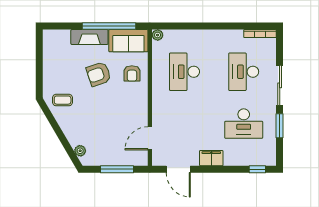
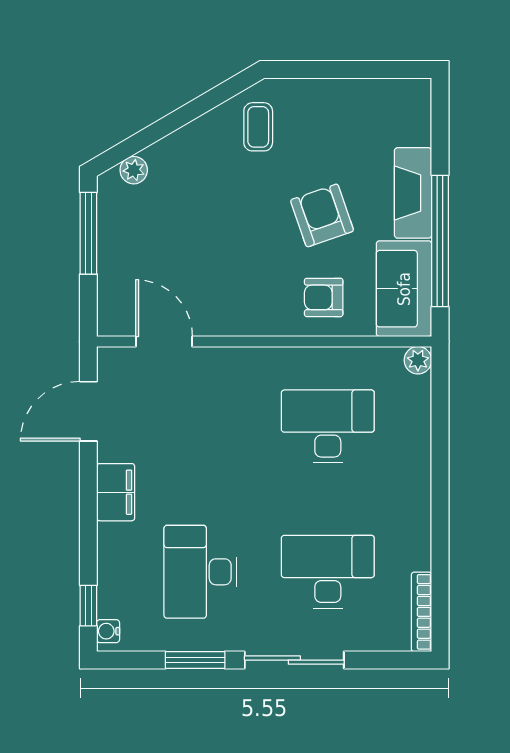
water cooler: (268, 161) -> (108, 631), added
window: (117, 169) -> (88, 233), moved

